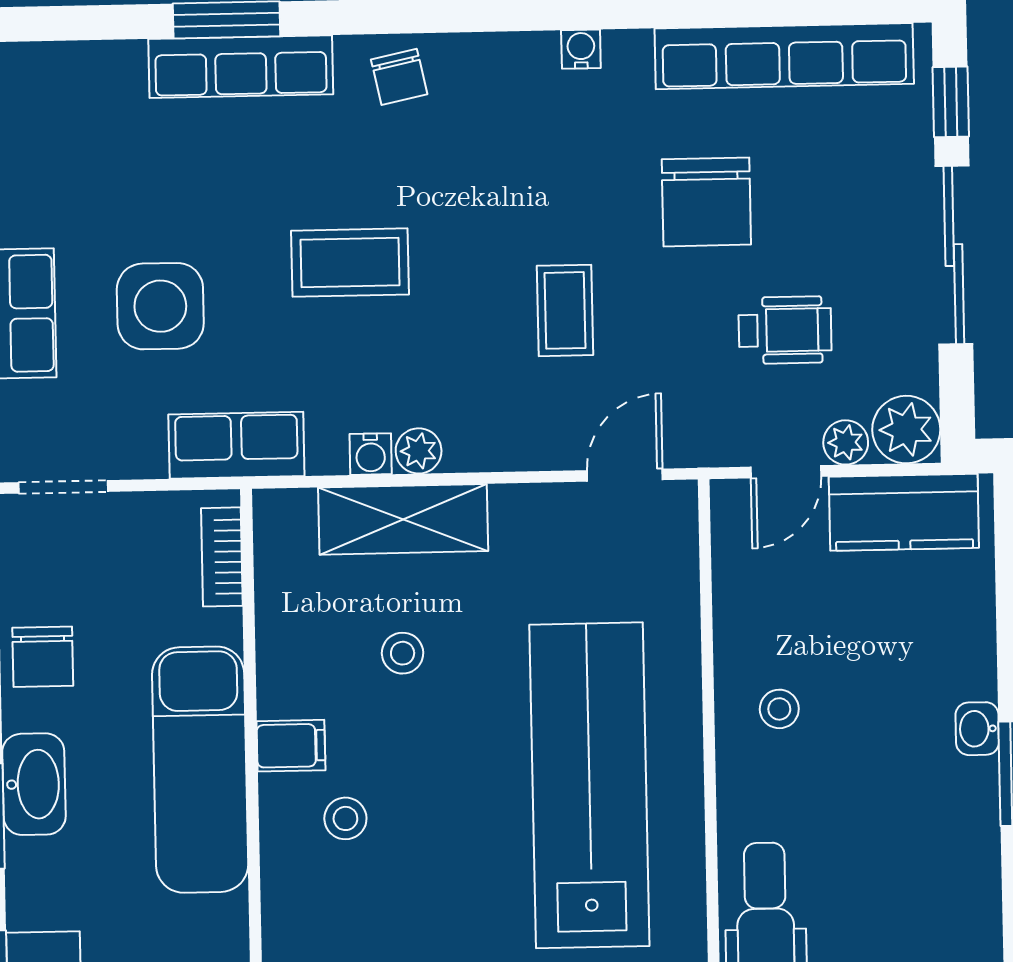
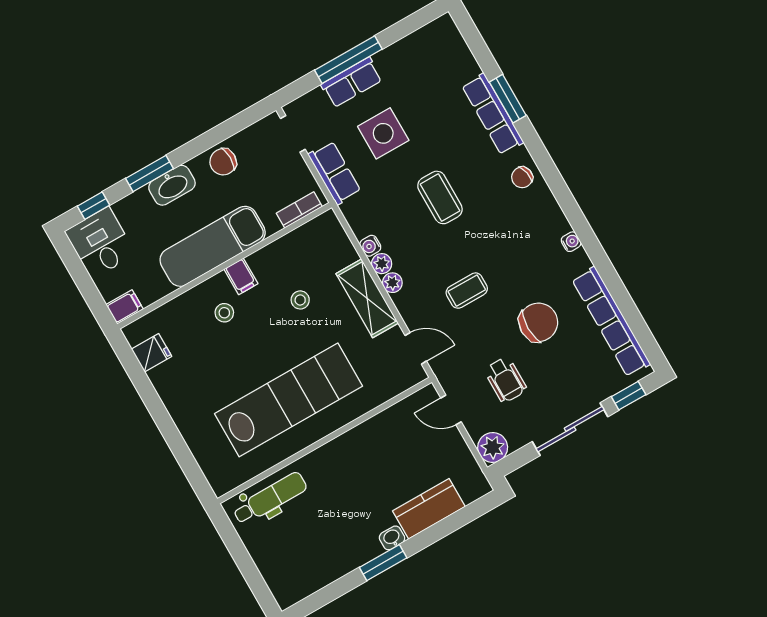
chair: (706, 202) -> (538, 322), turned 180
plant: (846, 442) -> (392, 283), moved
row of seats: (236, 445) -> (335, 173), moved
kitchen counter: (904, 512) -> (429, 509), moved, turned 90
shelving: (403, 519) -> (367, 298), moved
stool: (779, 709) -> (358, 457), removed

